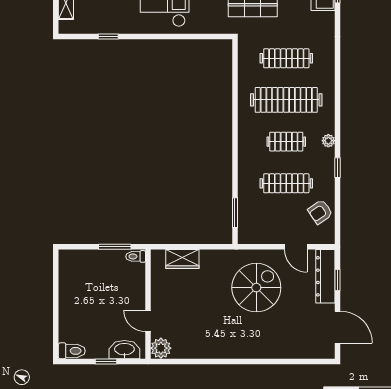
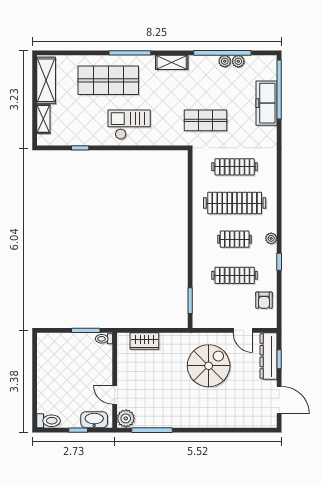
armchair: (320, 212) -> (264, 300), turned -56
window: (191, 362) -> (152, 430), added

